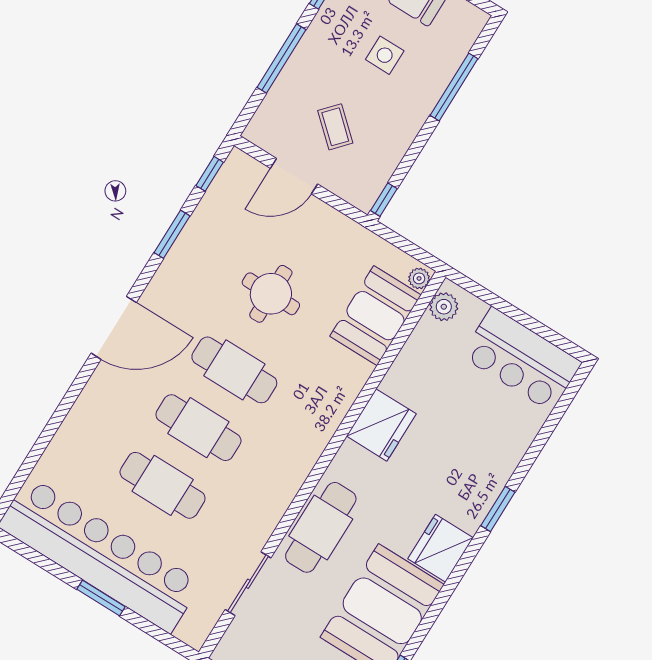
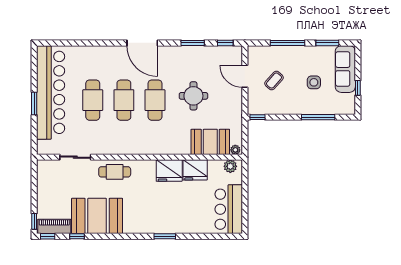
cafe table: (321, 527) -> (115, 172), width x0.73, depth x0.74
fridge: (441, 548) -> (195, 170), moved, turned 180

